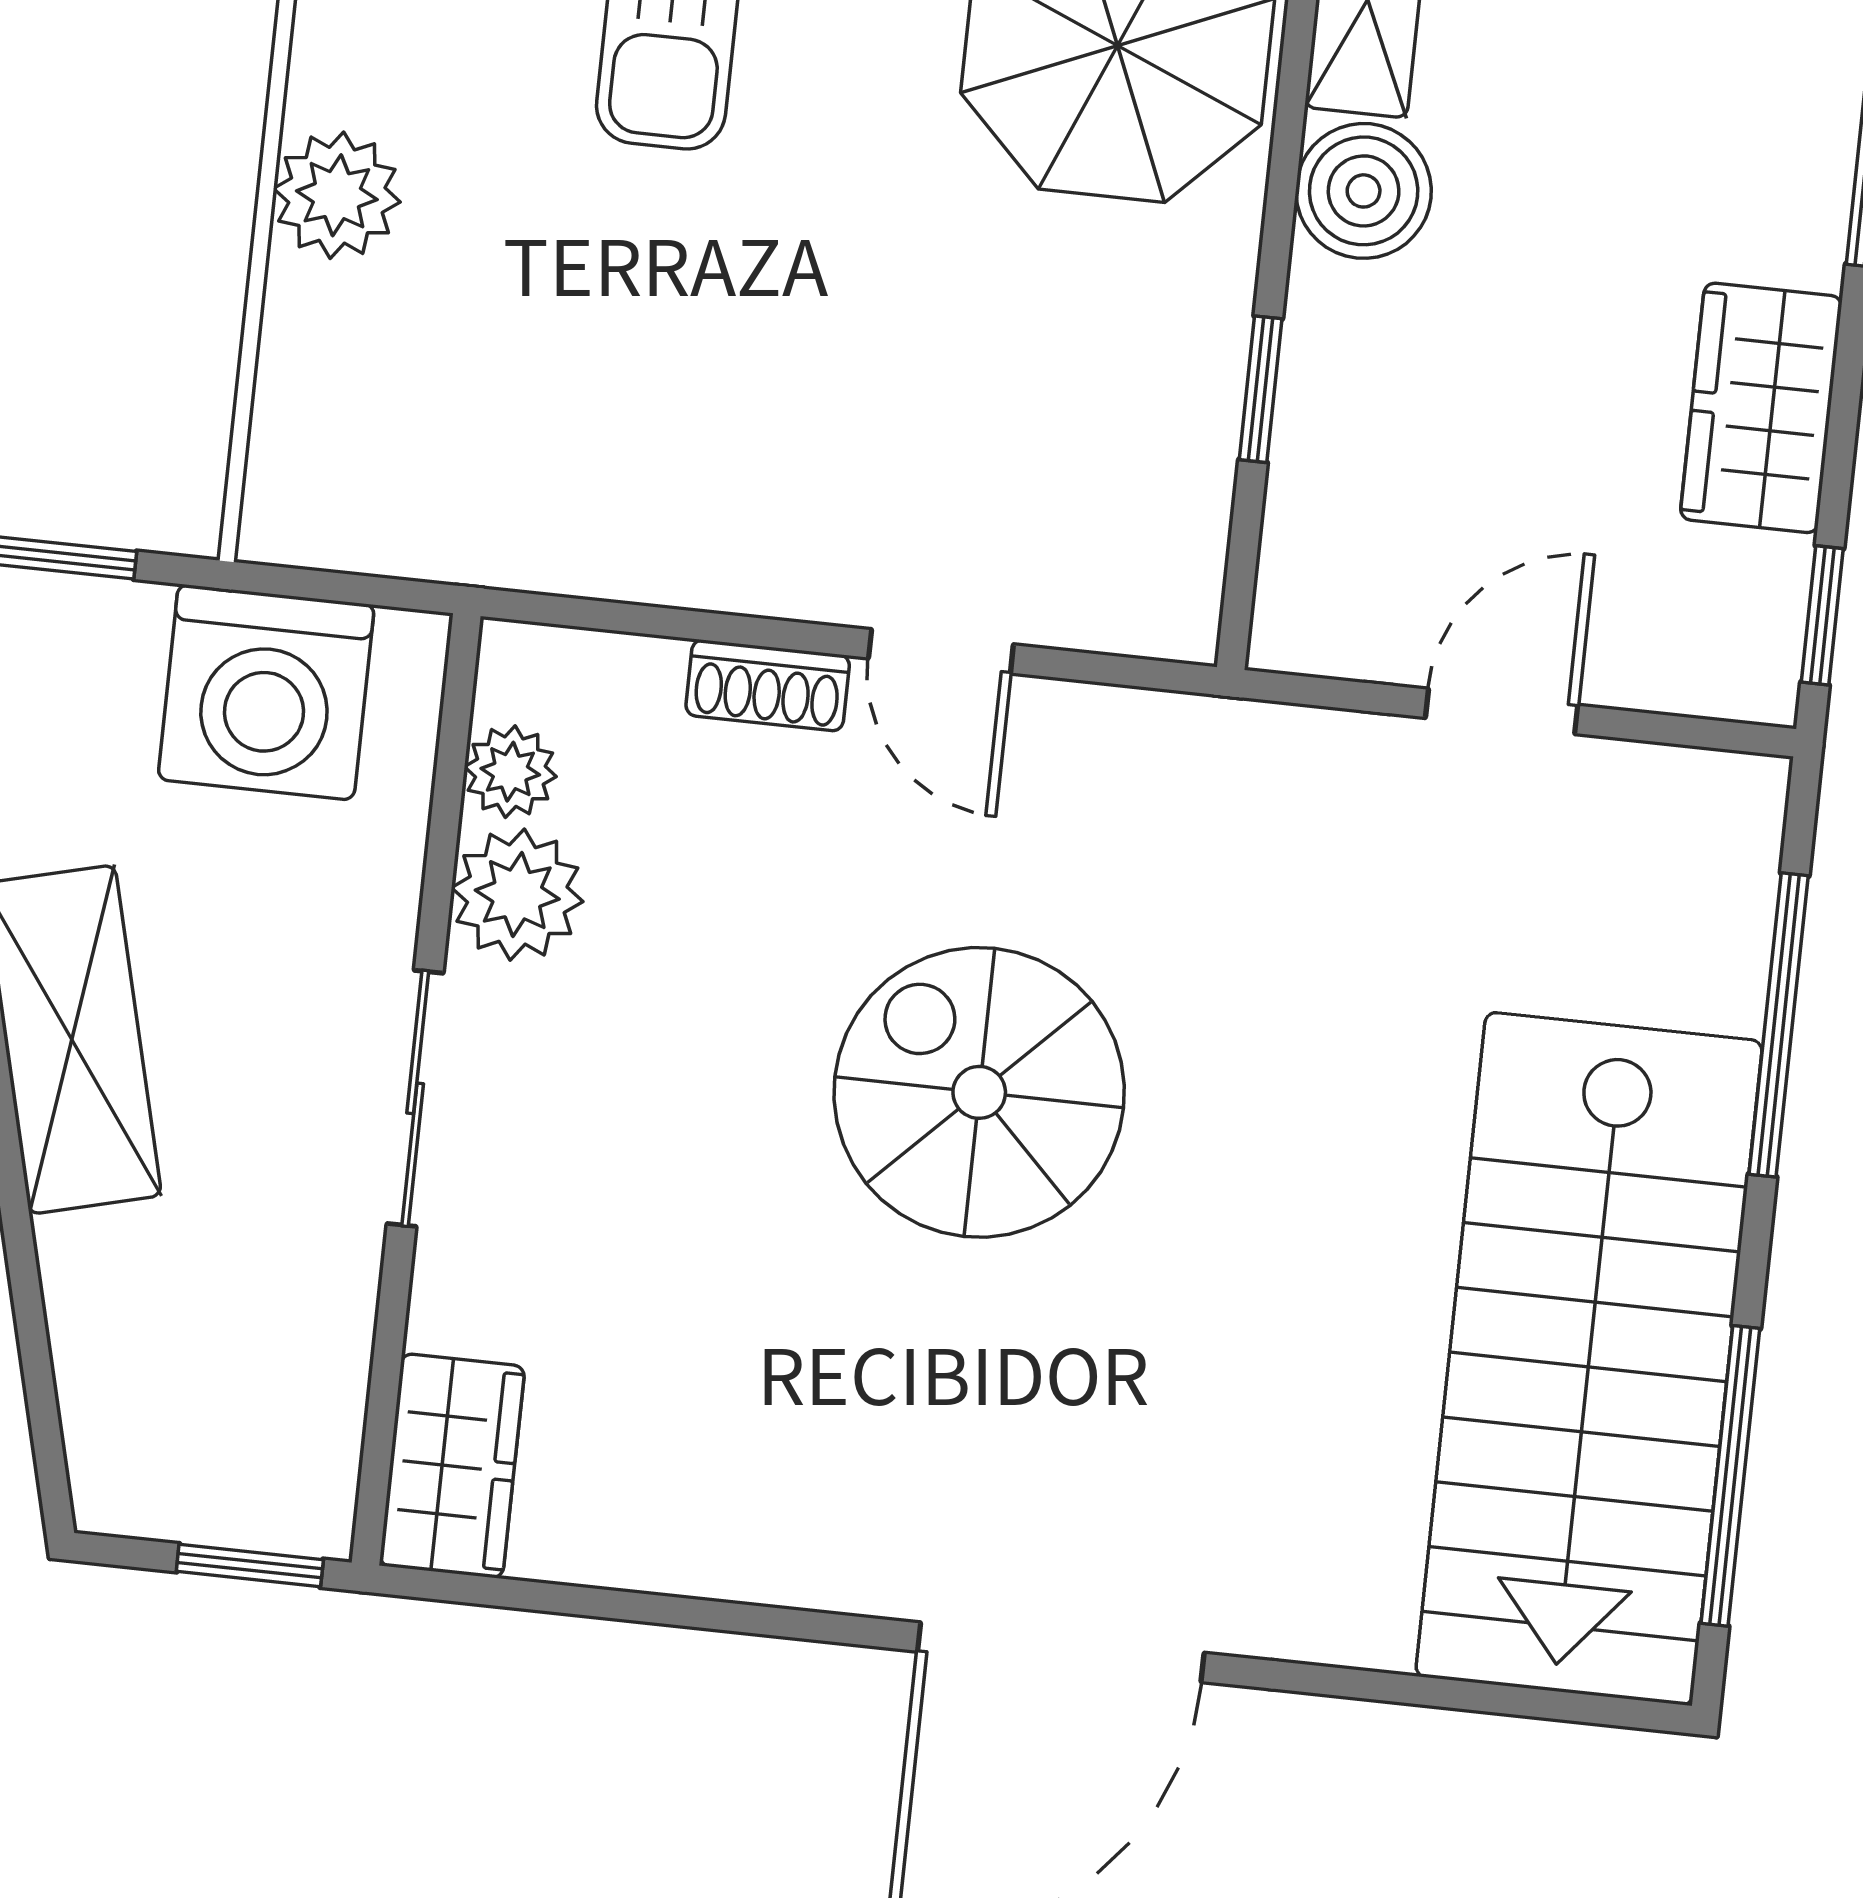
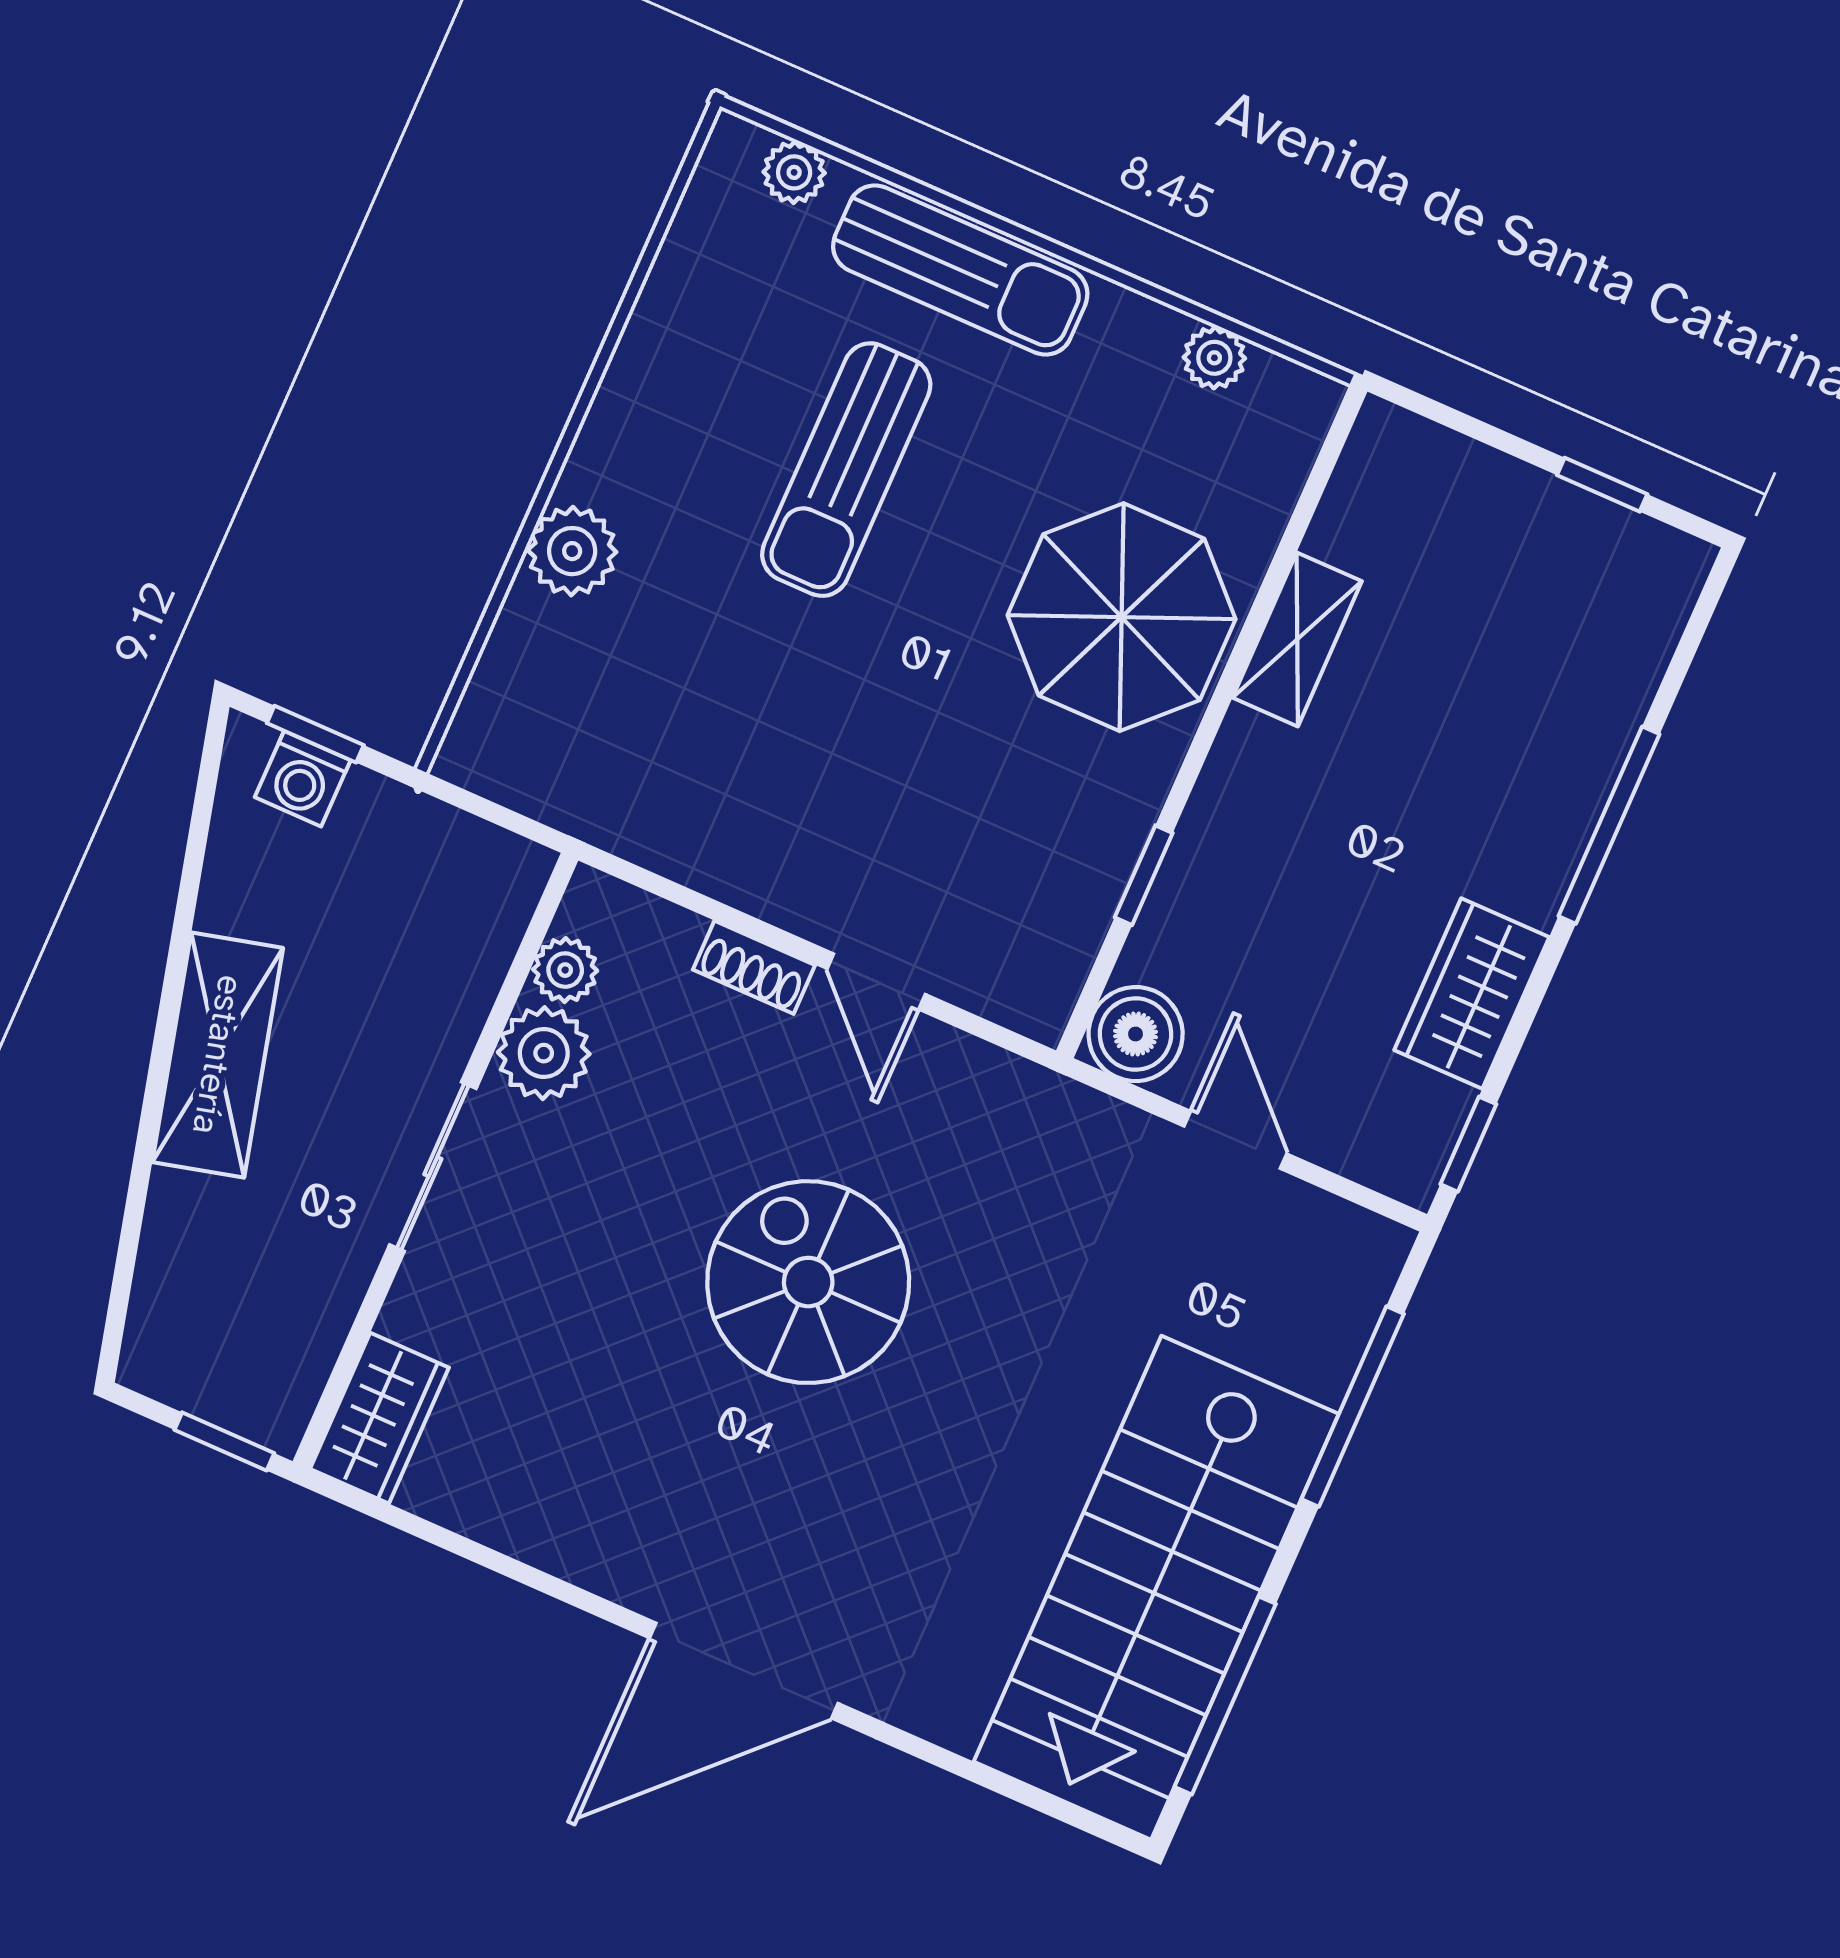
boiler: (1364, 191) -> (1136, 1034), moved
washing machine: (266, 692) -> (303, 779), moved, width x0.53, depth x0.53
door: (1502, 711) -> (1235, 1140), hinge flipped

